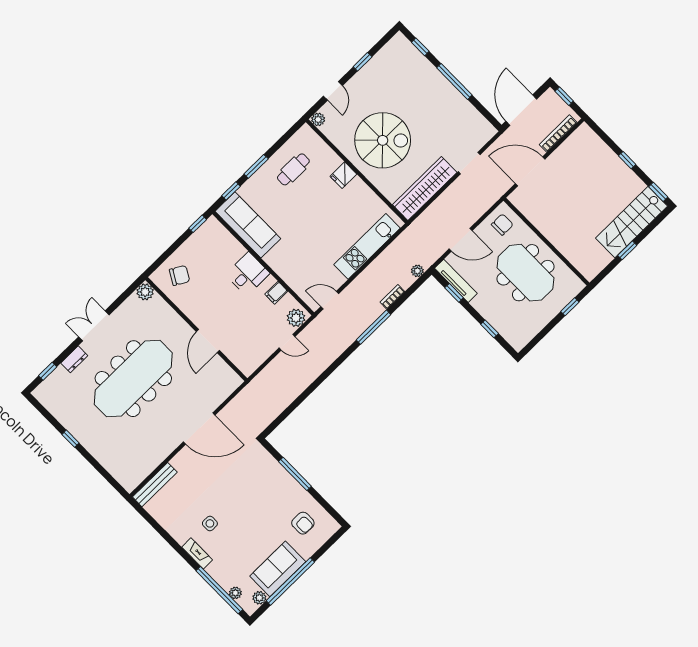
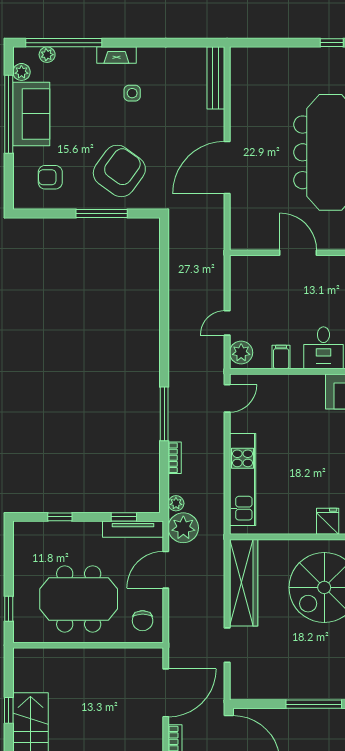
plant: (427, 253) -> (183, 528), added
armchair: (261, 487) -> (119, 171), added

